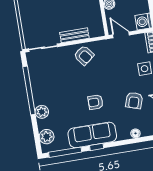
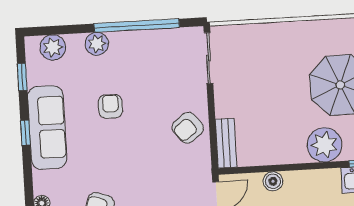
bench: (74, 35) -> (226, 143), moved
armchair: (95, 102) -> (110, 106), moved
window: (65, 152) -> (22, 77), width x0.46

